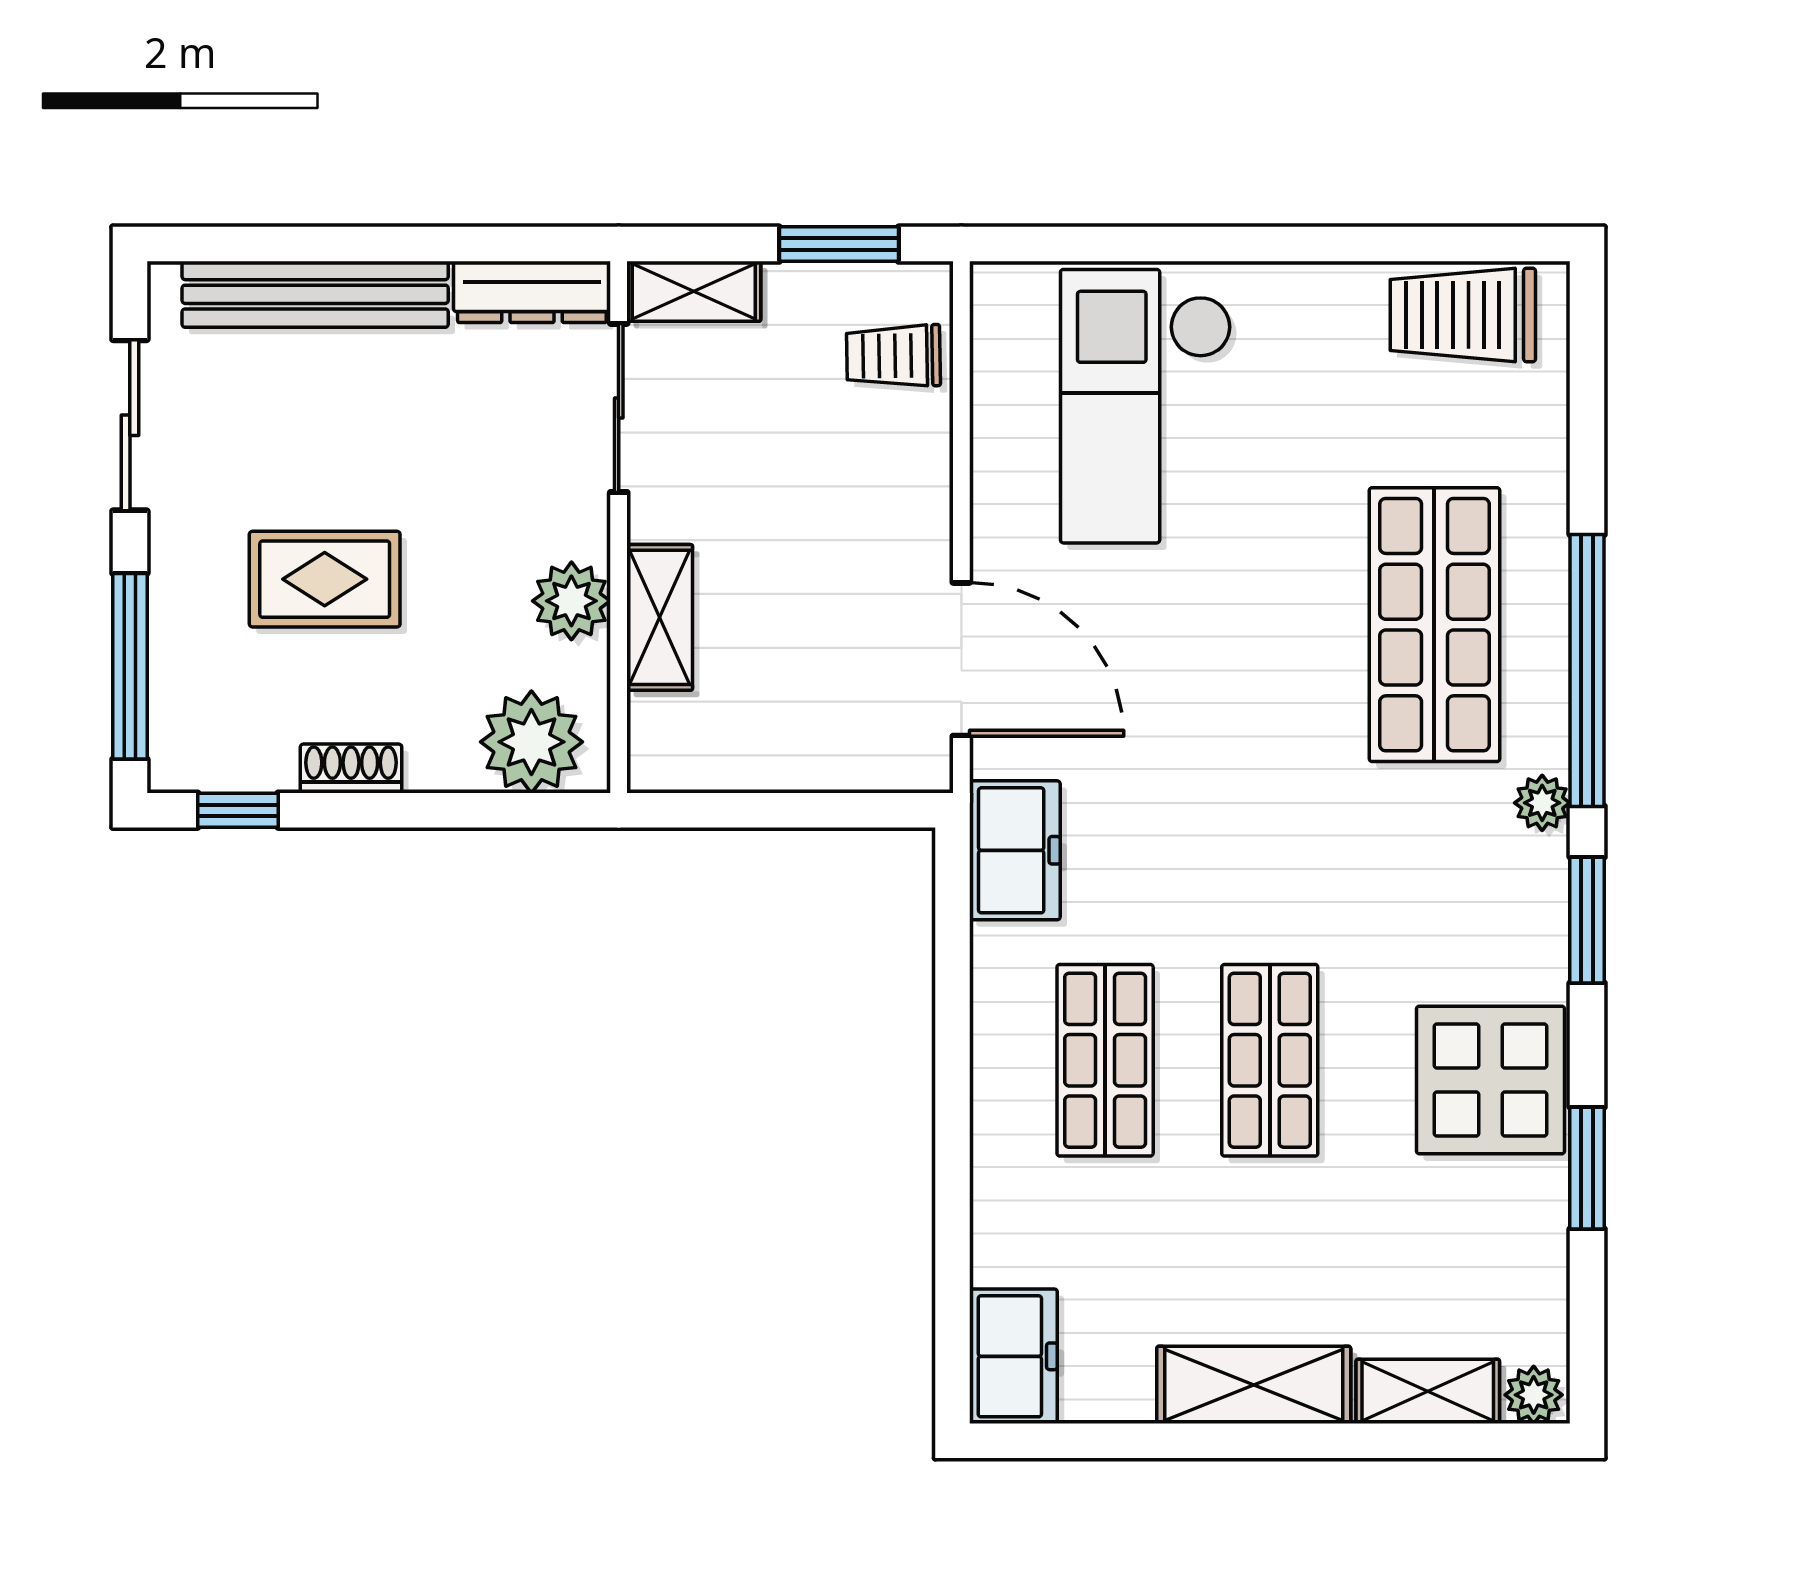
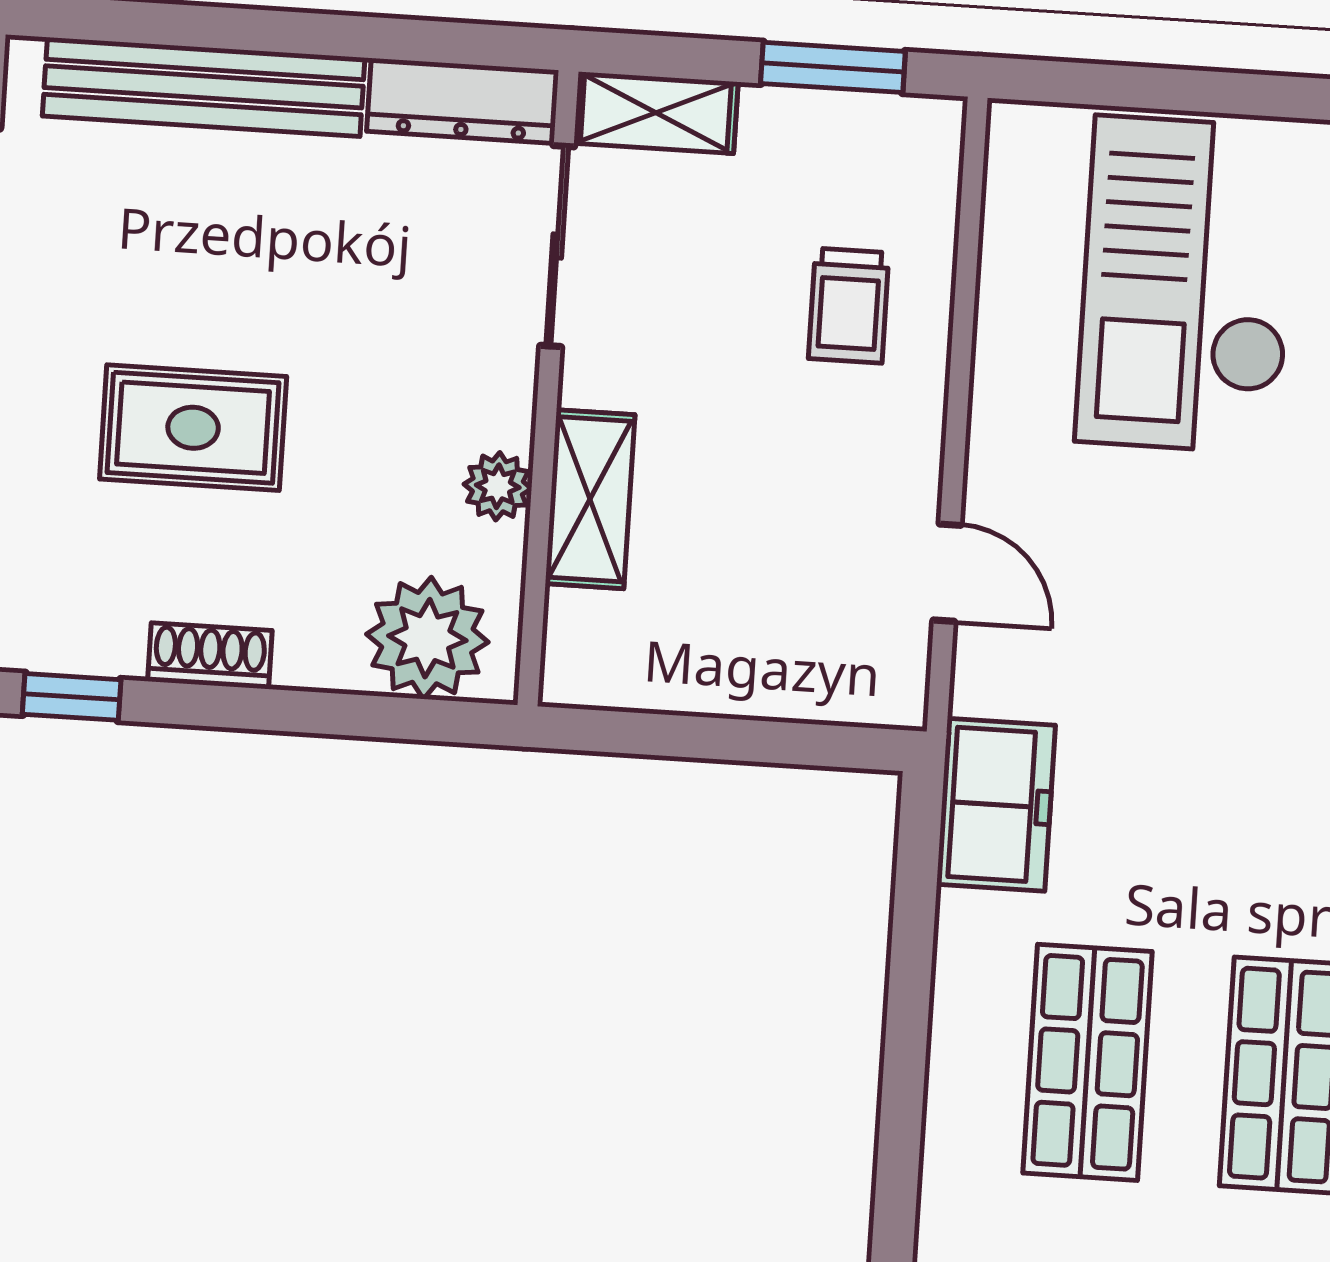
trolley: (893, 356) -> (849, 306), moved, turned -89
plant: (571, 601) -> (498, 486), width x0.73, depth x0.73
door: (961, 659) -> (947, 573), width x0.53

